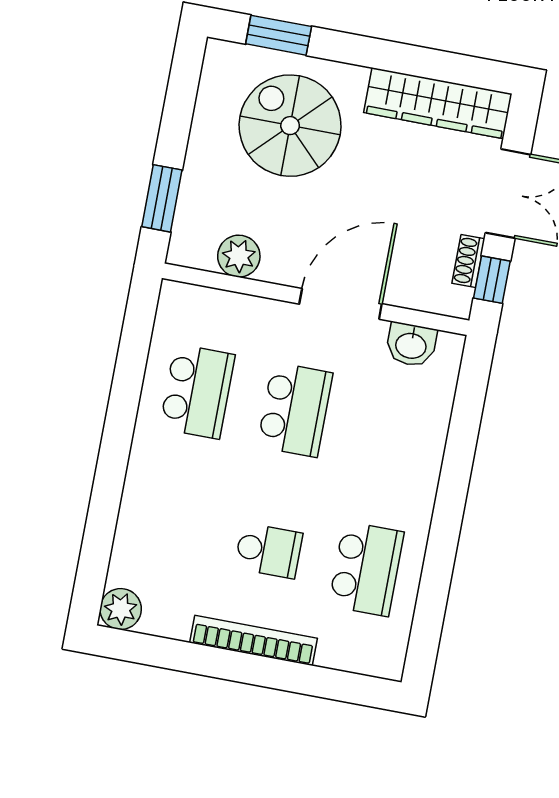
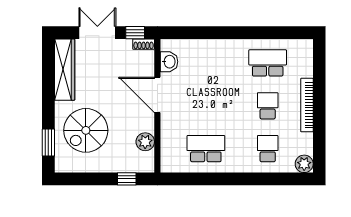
window: (162, 198) -> (127, 179), width x0.67
shoe rack: (468, 261) -> (144, 44), moved
school desk: (295, 410) -> (268, 149), moved, width x0.54

